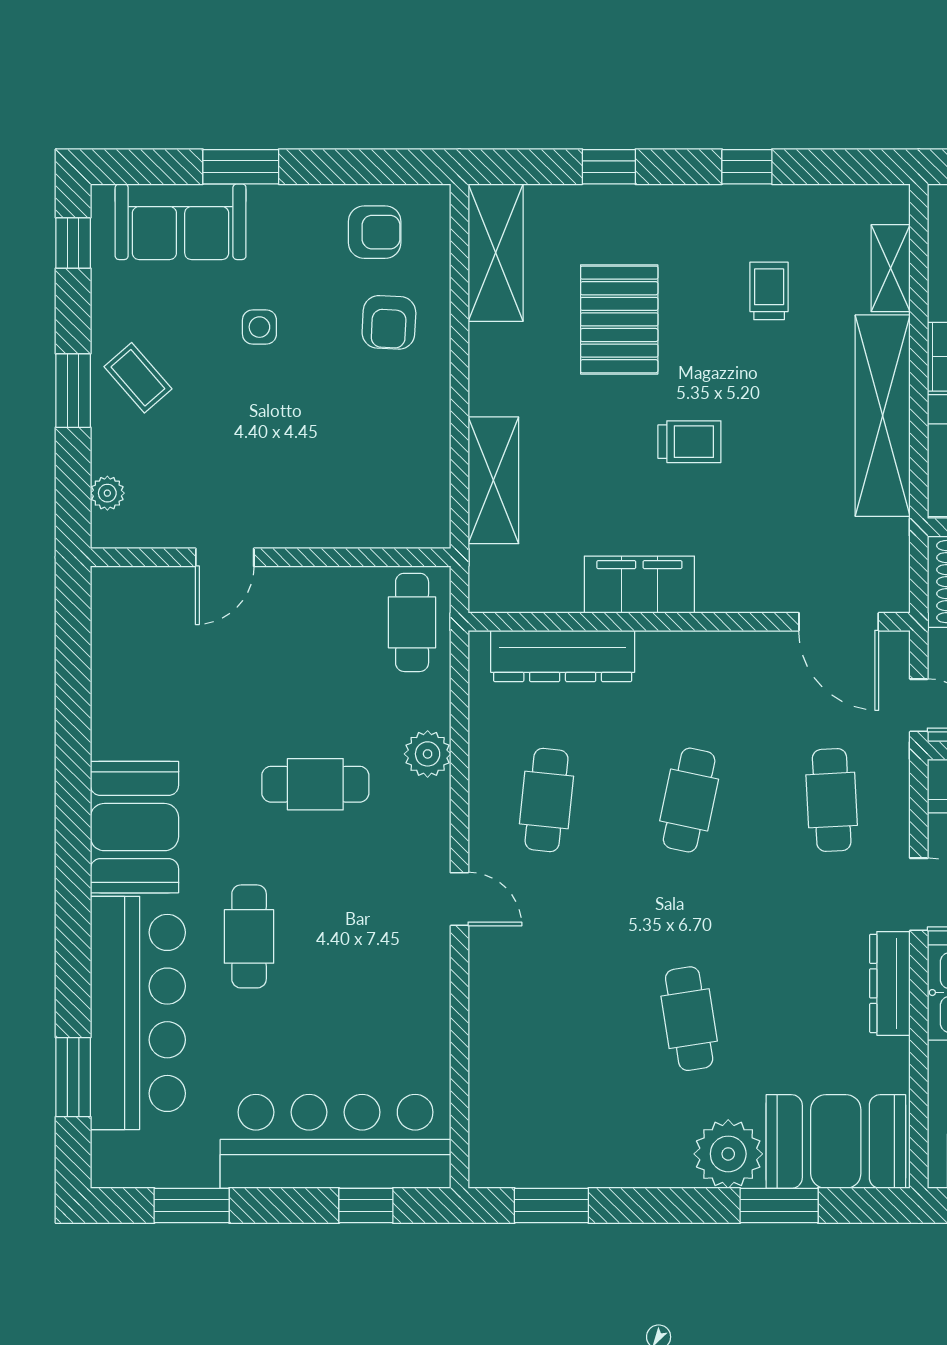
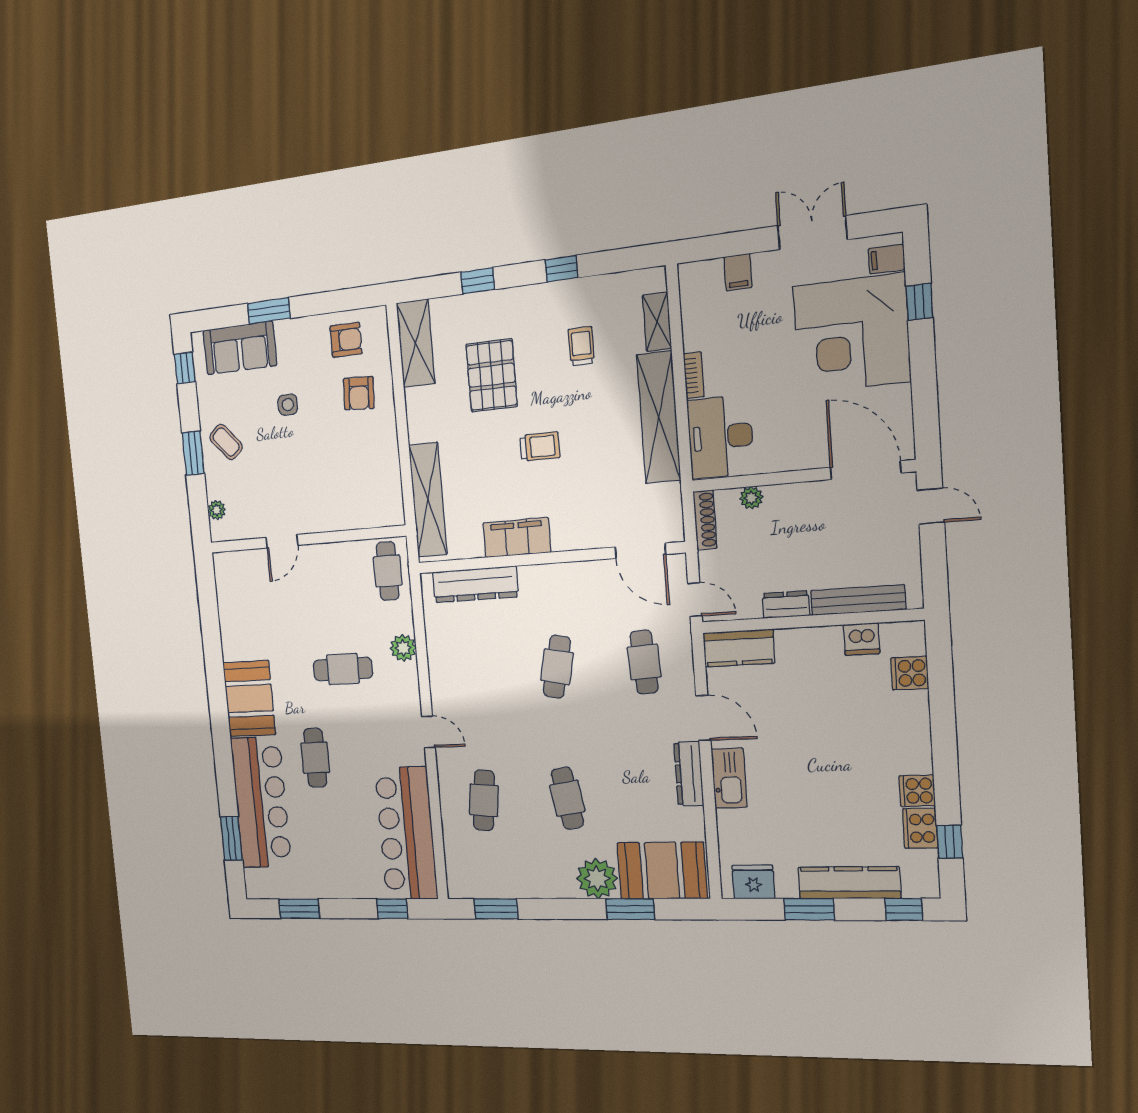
shelving: (493, 480) -> (428, 500), width x1.47
cafe table: (547, 800) -> (484, 800), moved
bar counter: (336, 1141) -> (406, 833), moved, turned -90

